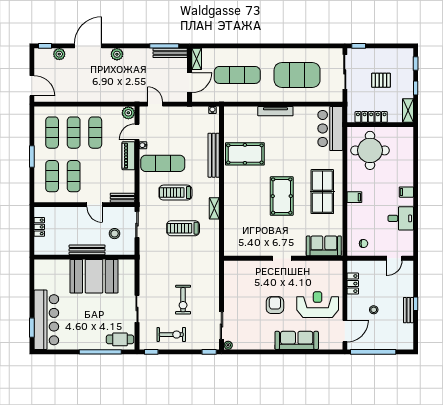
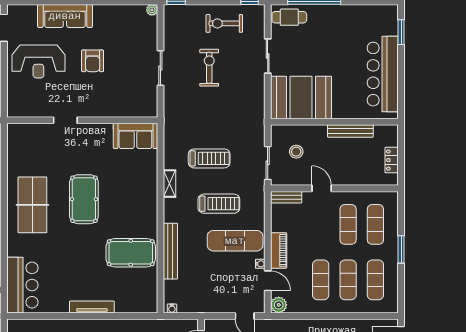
door: (137, 132) -> (268, 281), hinge flipped
sofa: (324, 246) -> (135, 136), moved
bench: (87, 250) -> (350, 131), moved
doorway: (282, 258) -> (65, 120), moved
booth: (94, 276) -> (301, 97), moved
bar counter: (46, 320) -> (383, 74), moved
sliding door: (221, 325) -> (160, 68), moved

